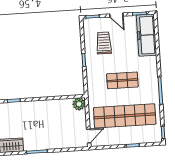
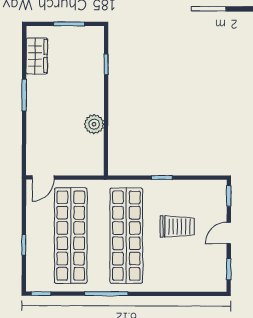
freezer: (147, 35) -> (194, 278), removed
trolley: (104, 43) -> (177, 226), moved
shop shelf: (122, 80) -> (126, 236), width x2.00, depth x1.36
plant: (79, 104) -> (94, 124), moved
door: (89, 136) -> (43, 177), hinge flipped

